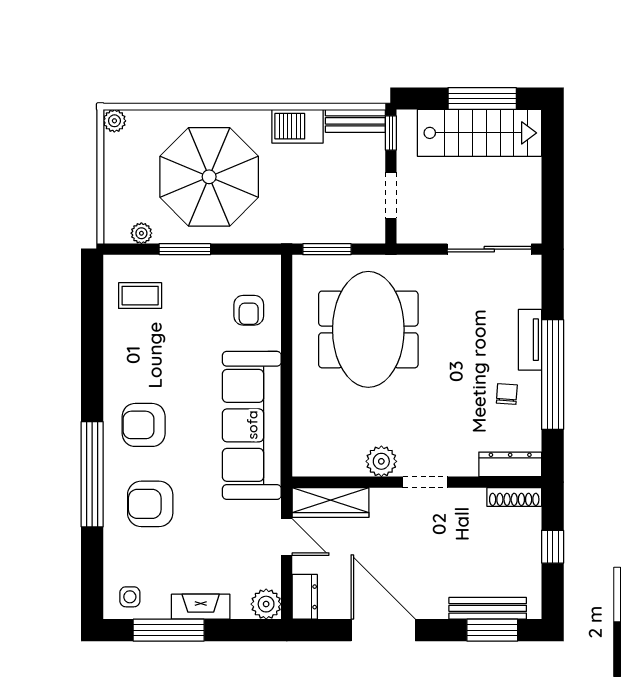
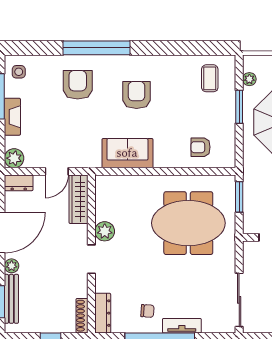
armchair: (144, 425) -> (137, 95), moved
sofa: (252, 425) -> (127, 153), width x0.54, depth x0.79
plant: (436, 608) -> (12, 266), added

